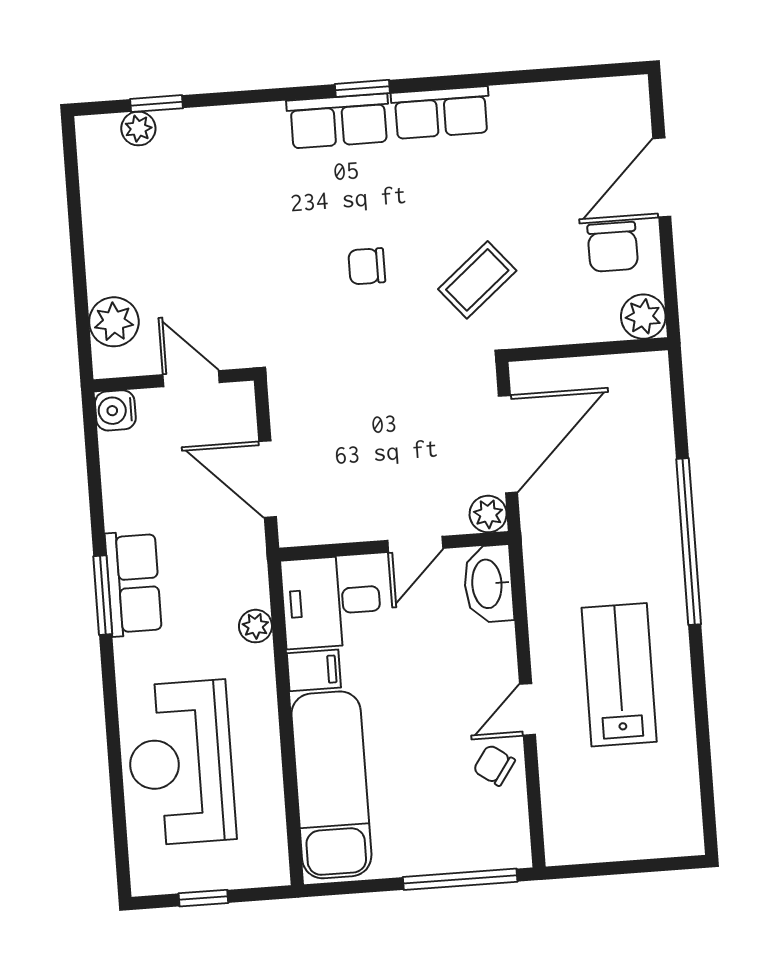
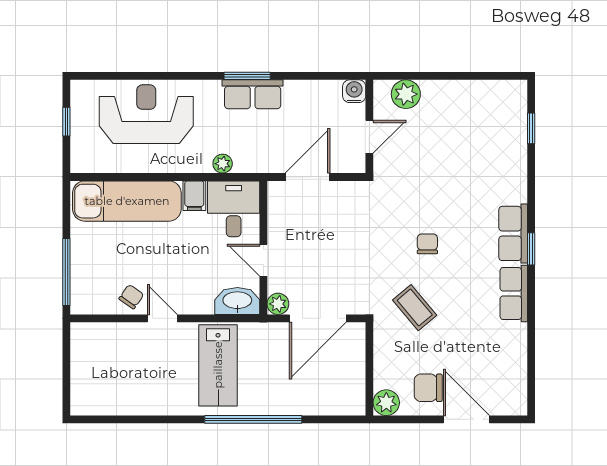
plant: (138, 128) -> (517, 117), removed
door: (508, 444) -> (318, 318), hinge flipped
lab bench: (619, 675) -> (218, 365), moved, turned 90

